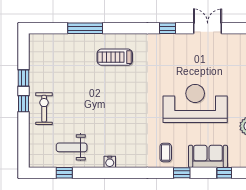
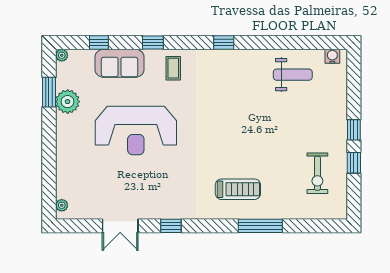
window: (85, 28) -> (260, 226), moved
exercise bike: (44, 109) -> (317, 173), moved
water cooler: (110, 162) -> (332, 56), moved
window: (64, 173) -> (224, 43), moved

